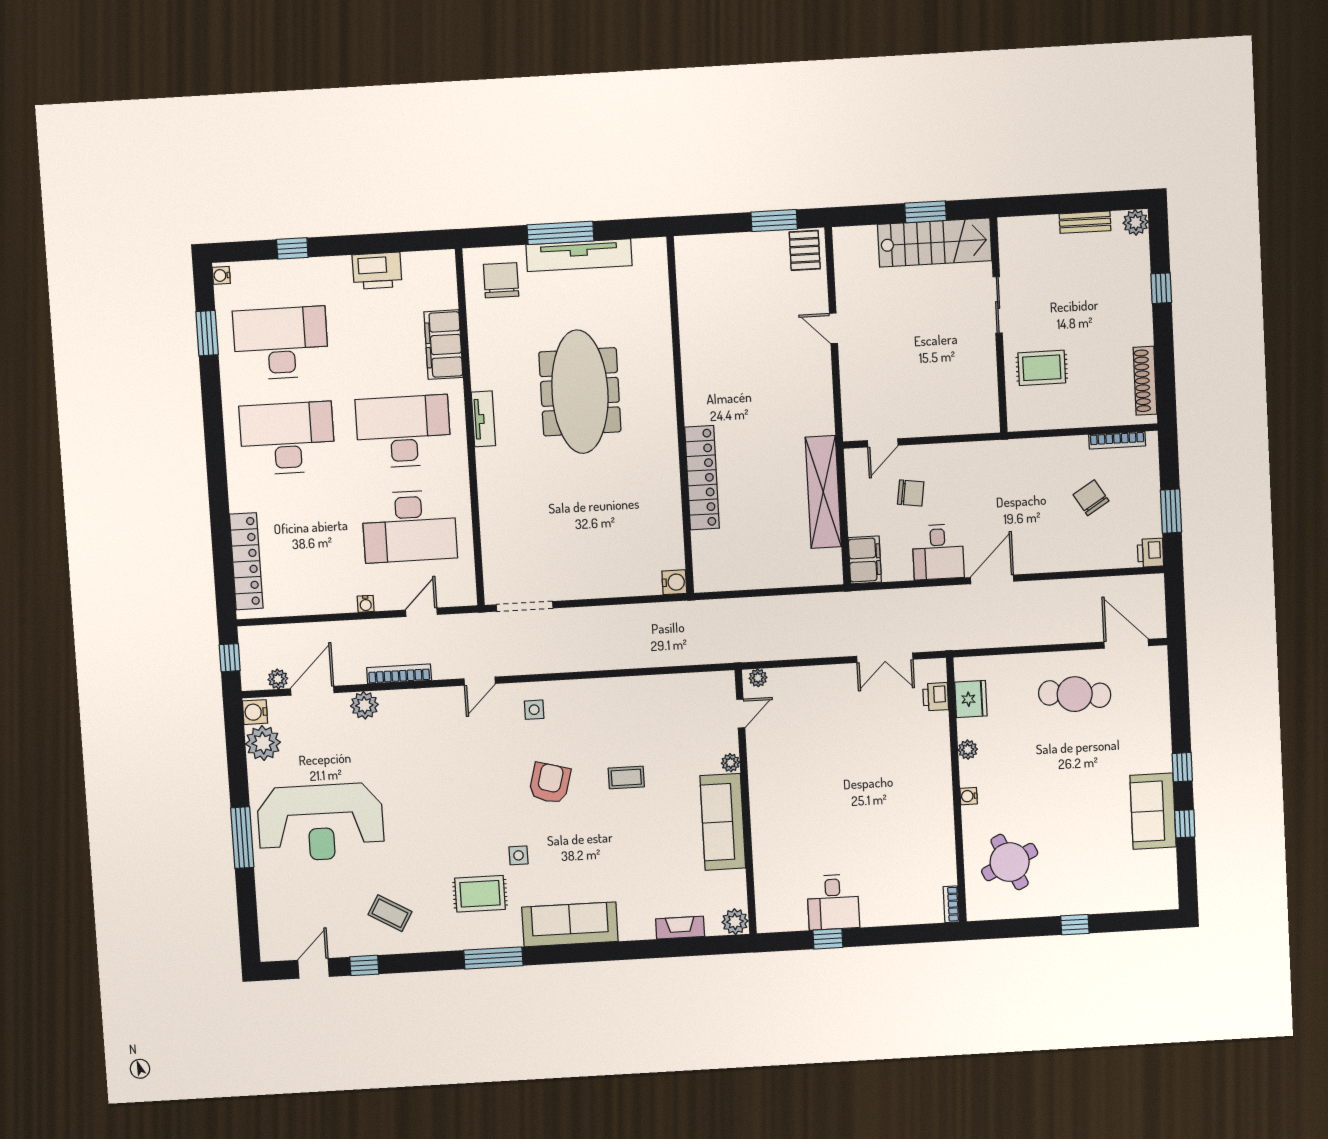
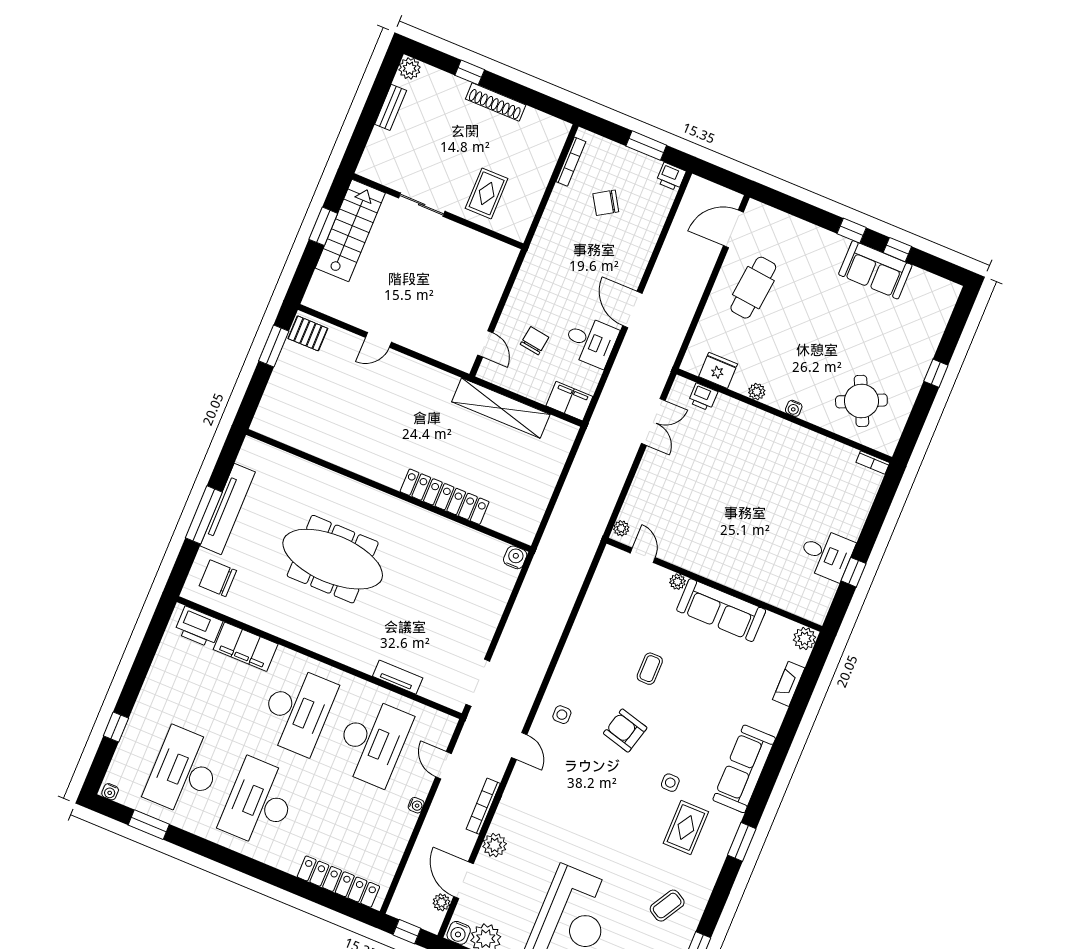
printer: (377, 271) -> (198, 627), moved, turned 90
shoe rack: (1145, 381) -> (496, 102), moved
tv unit: (483, 419) -> (398, 677), moved
desk: (403, 432) -> (297, 711), turned 180
window: (493, 958) -> (742, 842), width x0.69

